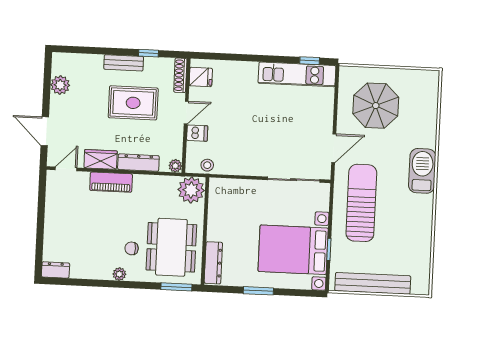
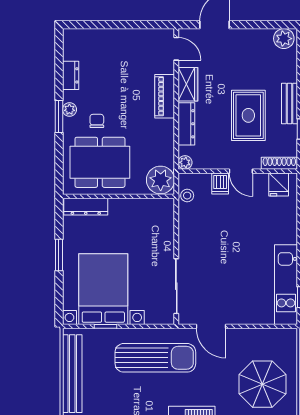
plant: (60, 85) -> (284, 39), moved
parasol: (376, 106) -> (262, 384), moved
dresser: (55, 270) -> (71, 75), moved
window: (176, 287) -> (59, 117), moved

